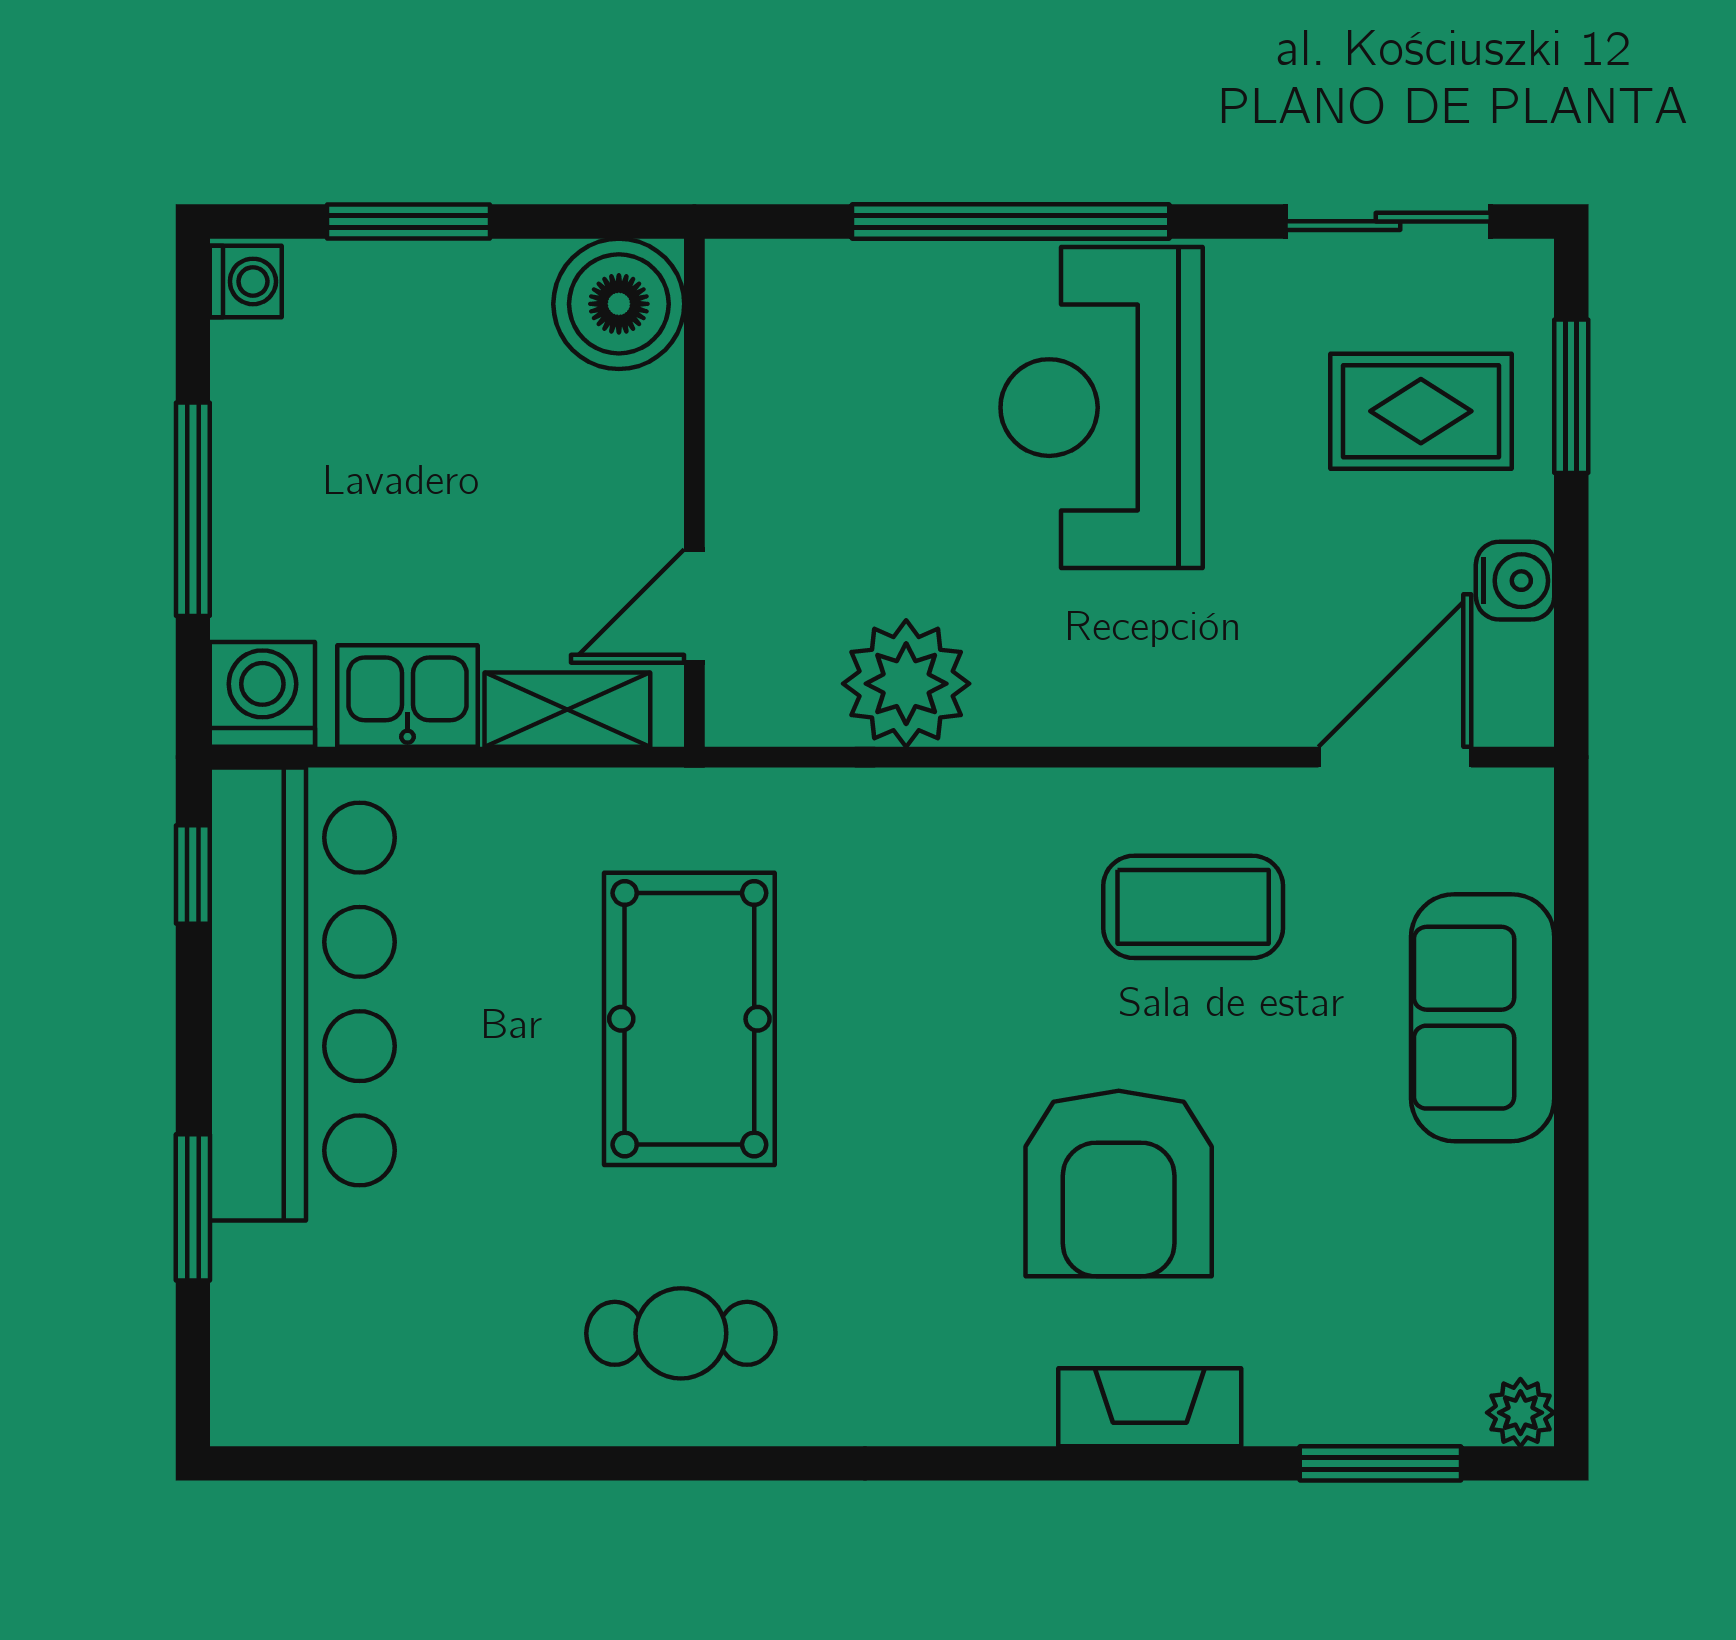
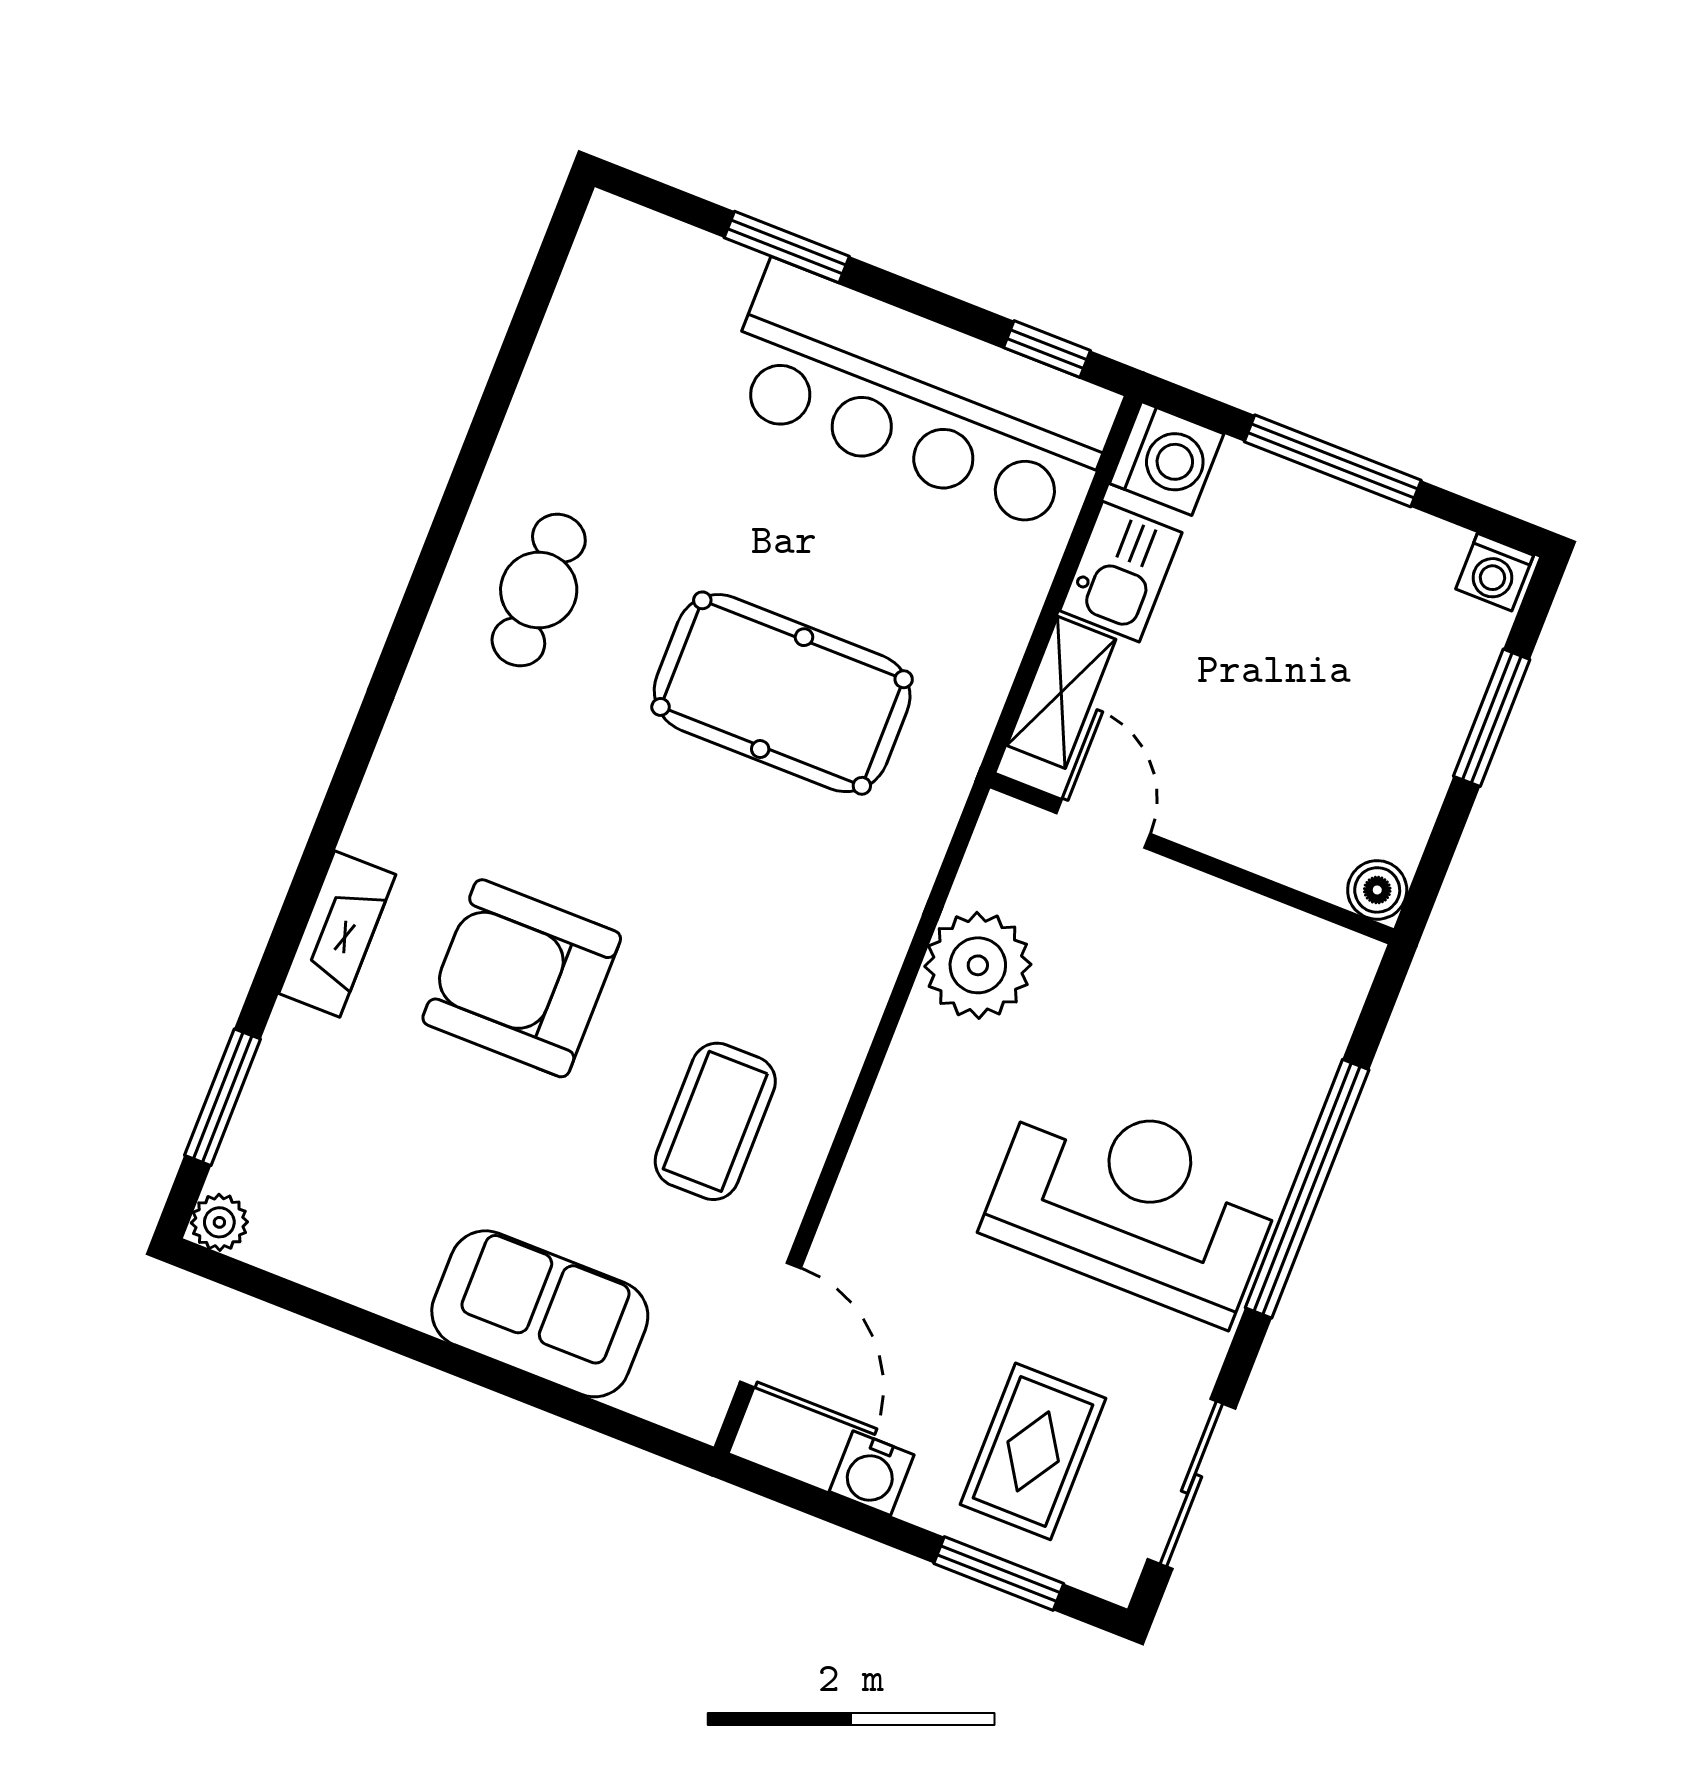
boiler: (619, 304) -> (1377, 890), width x0.54, depth x0.54

